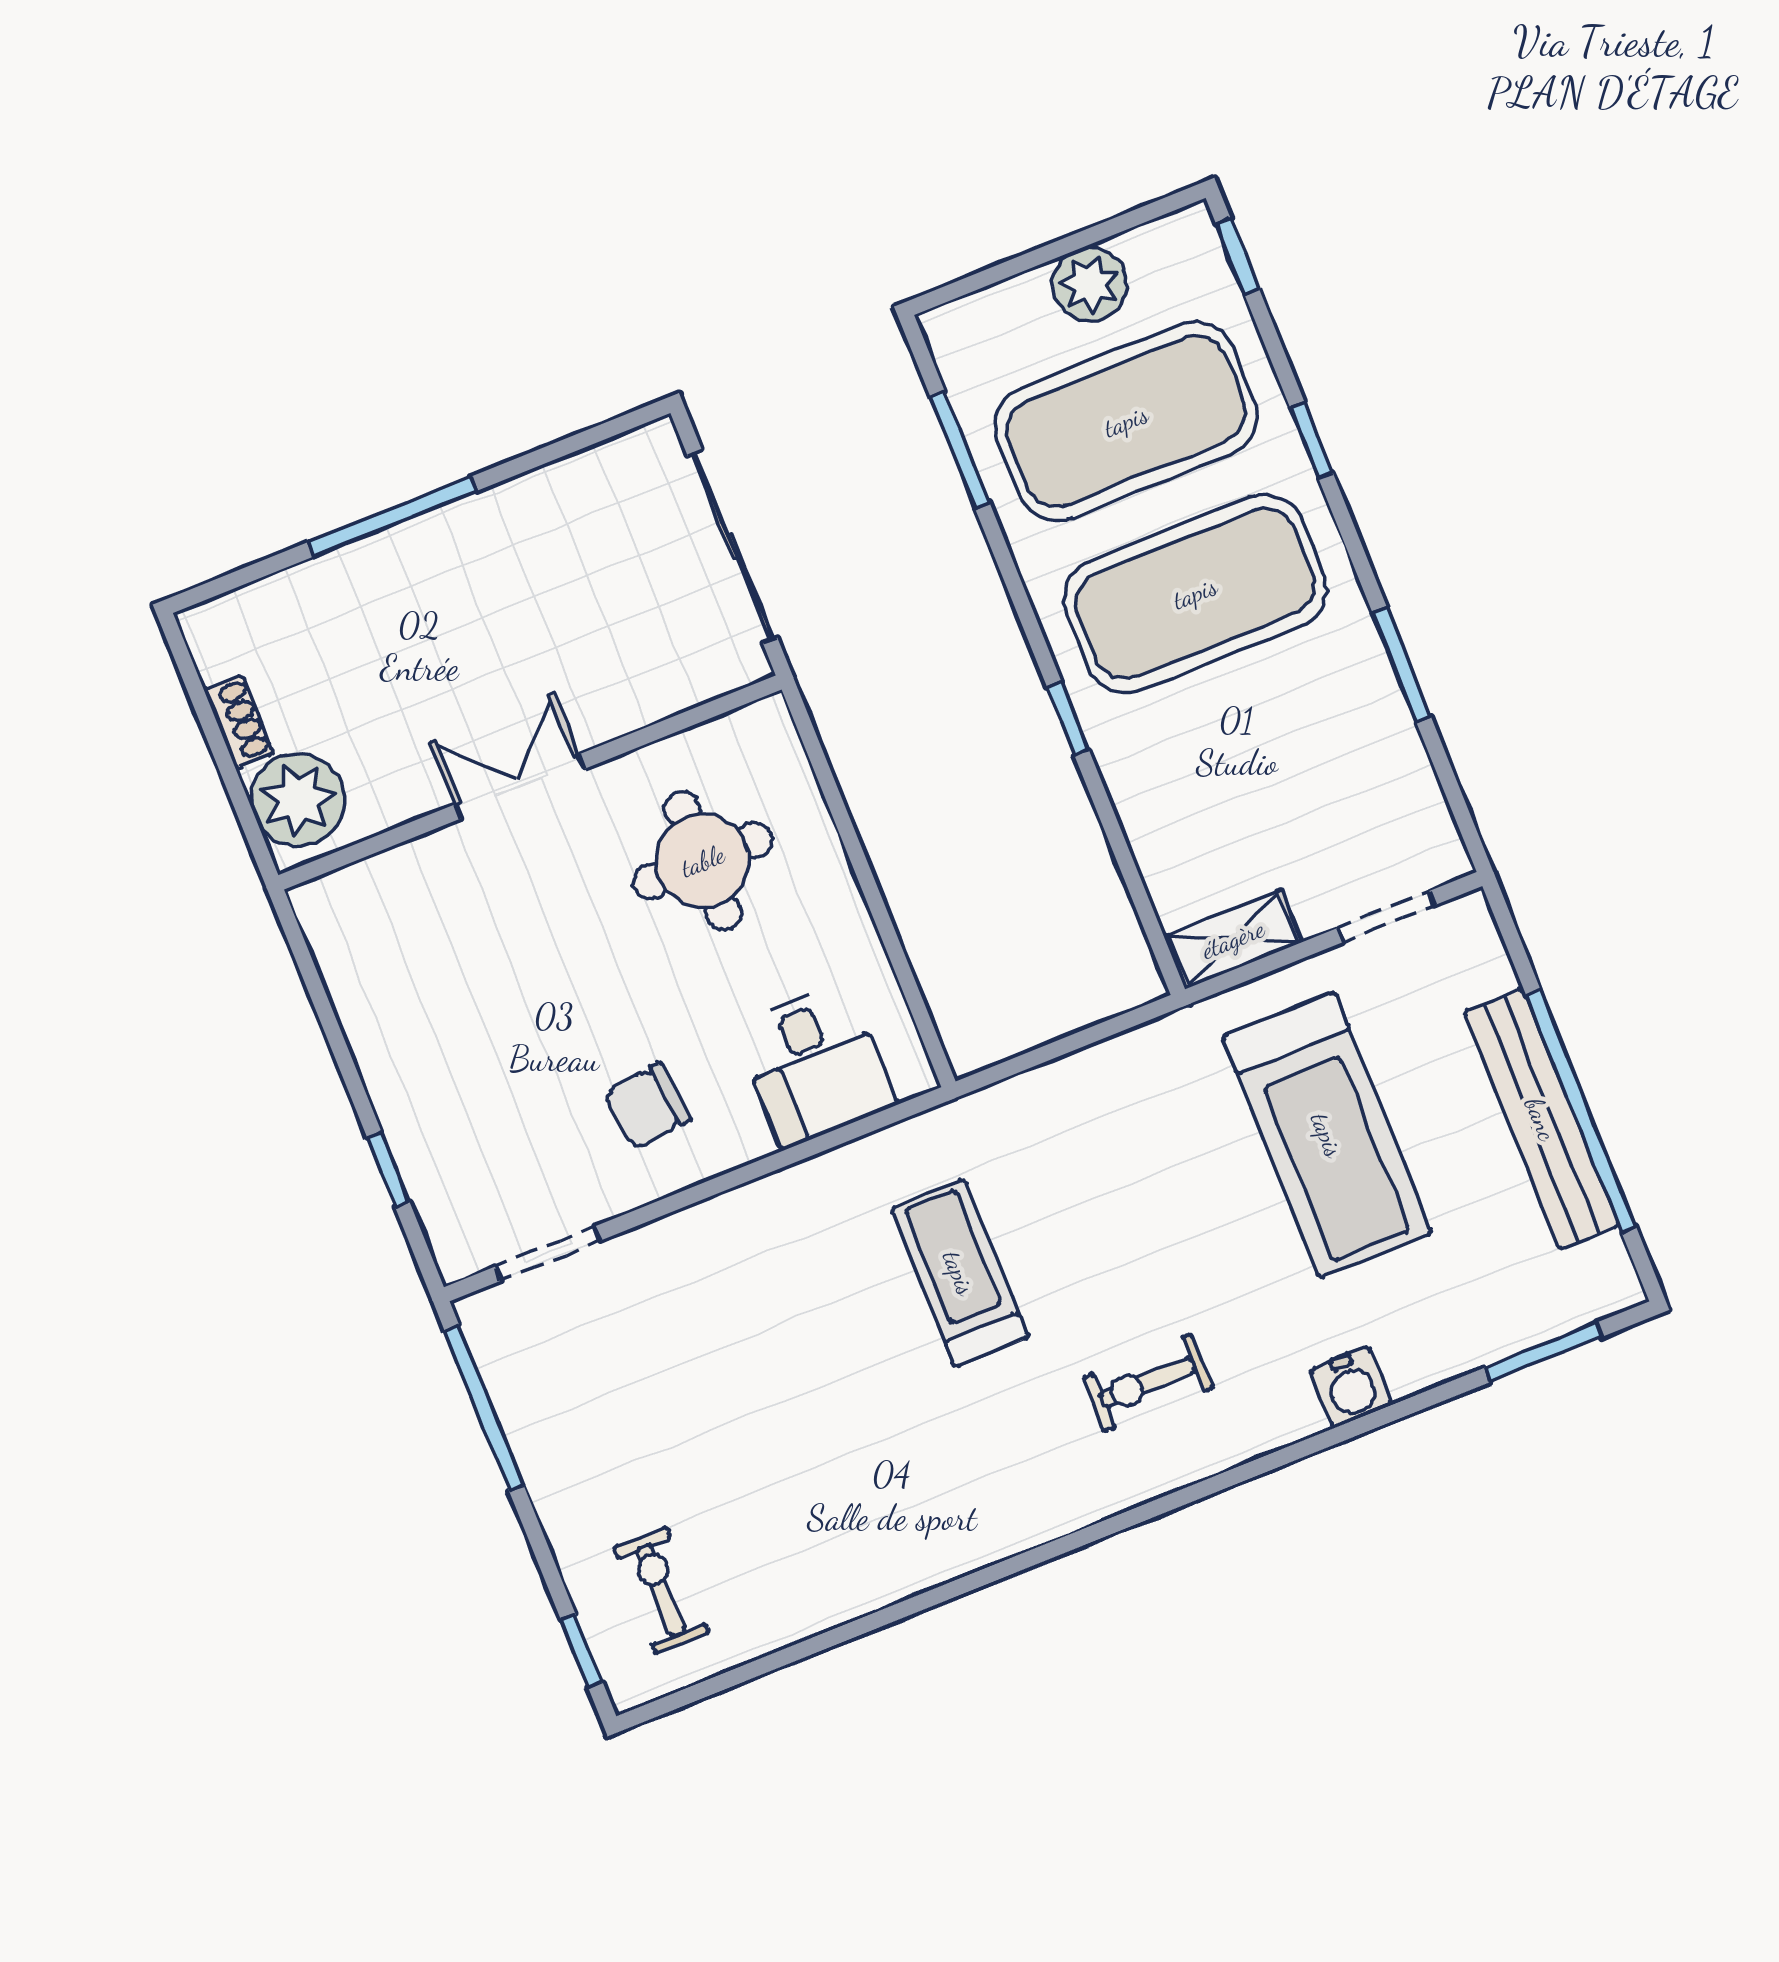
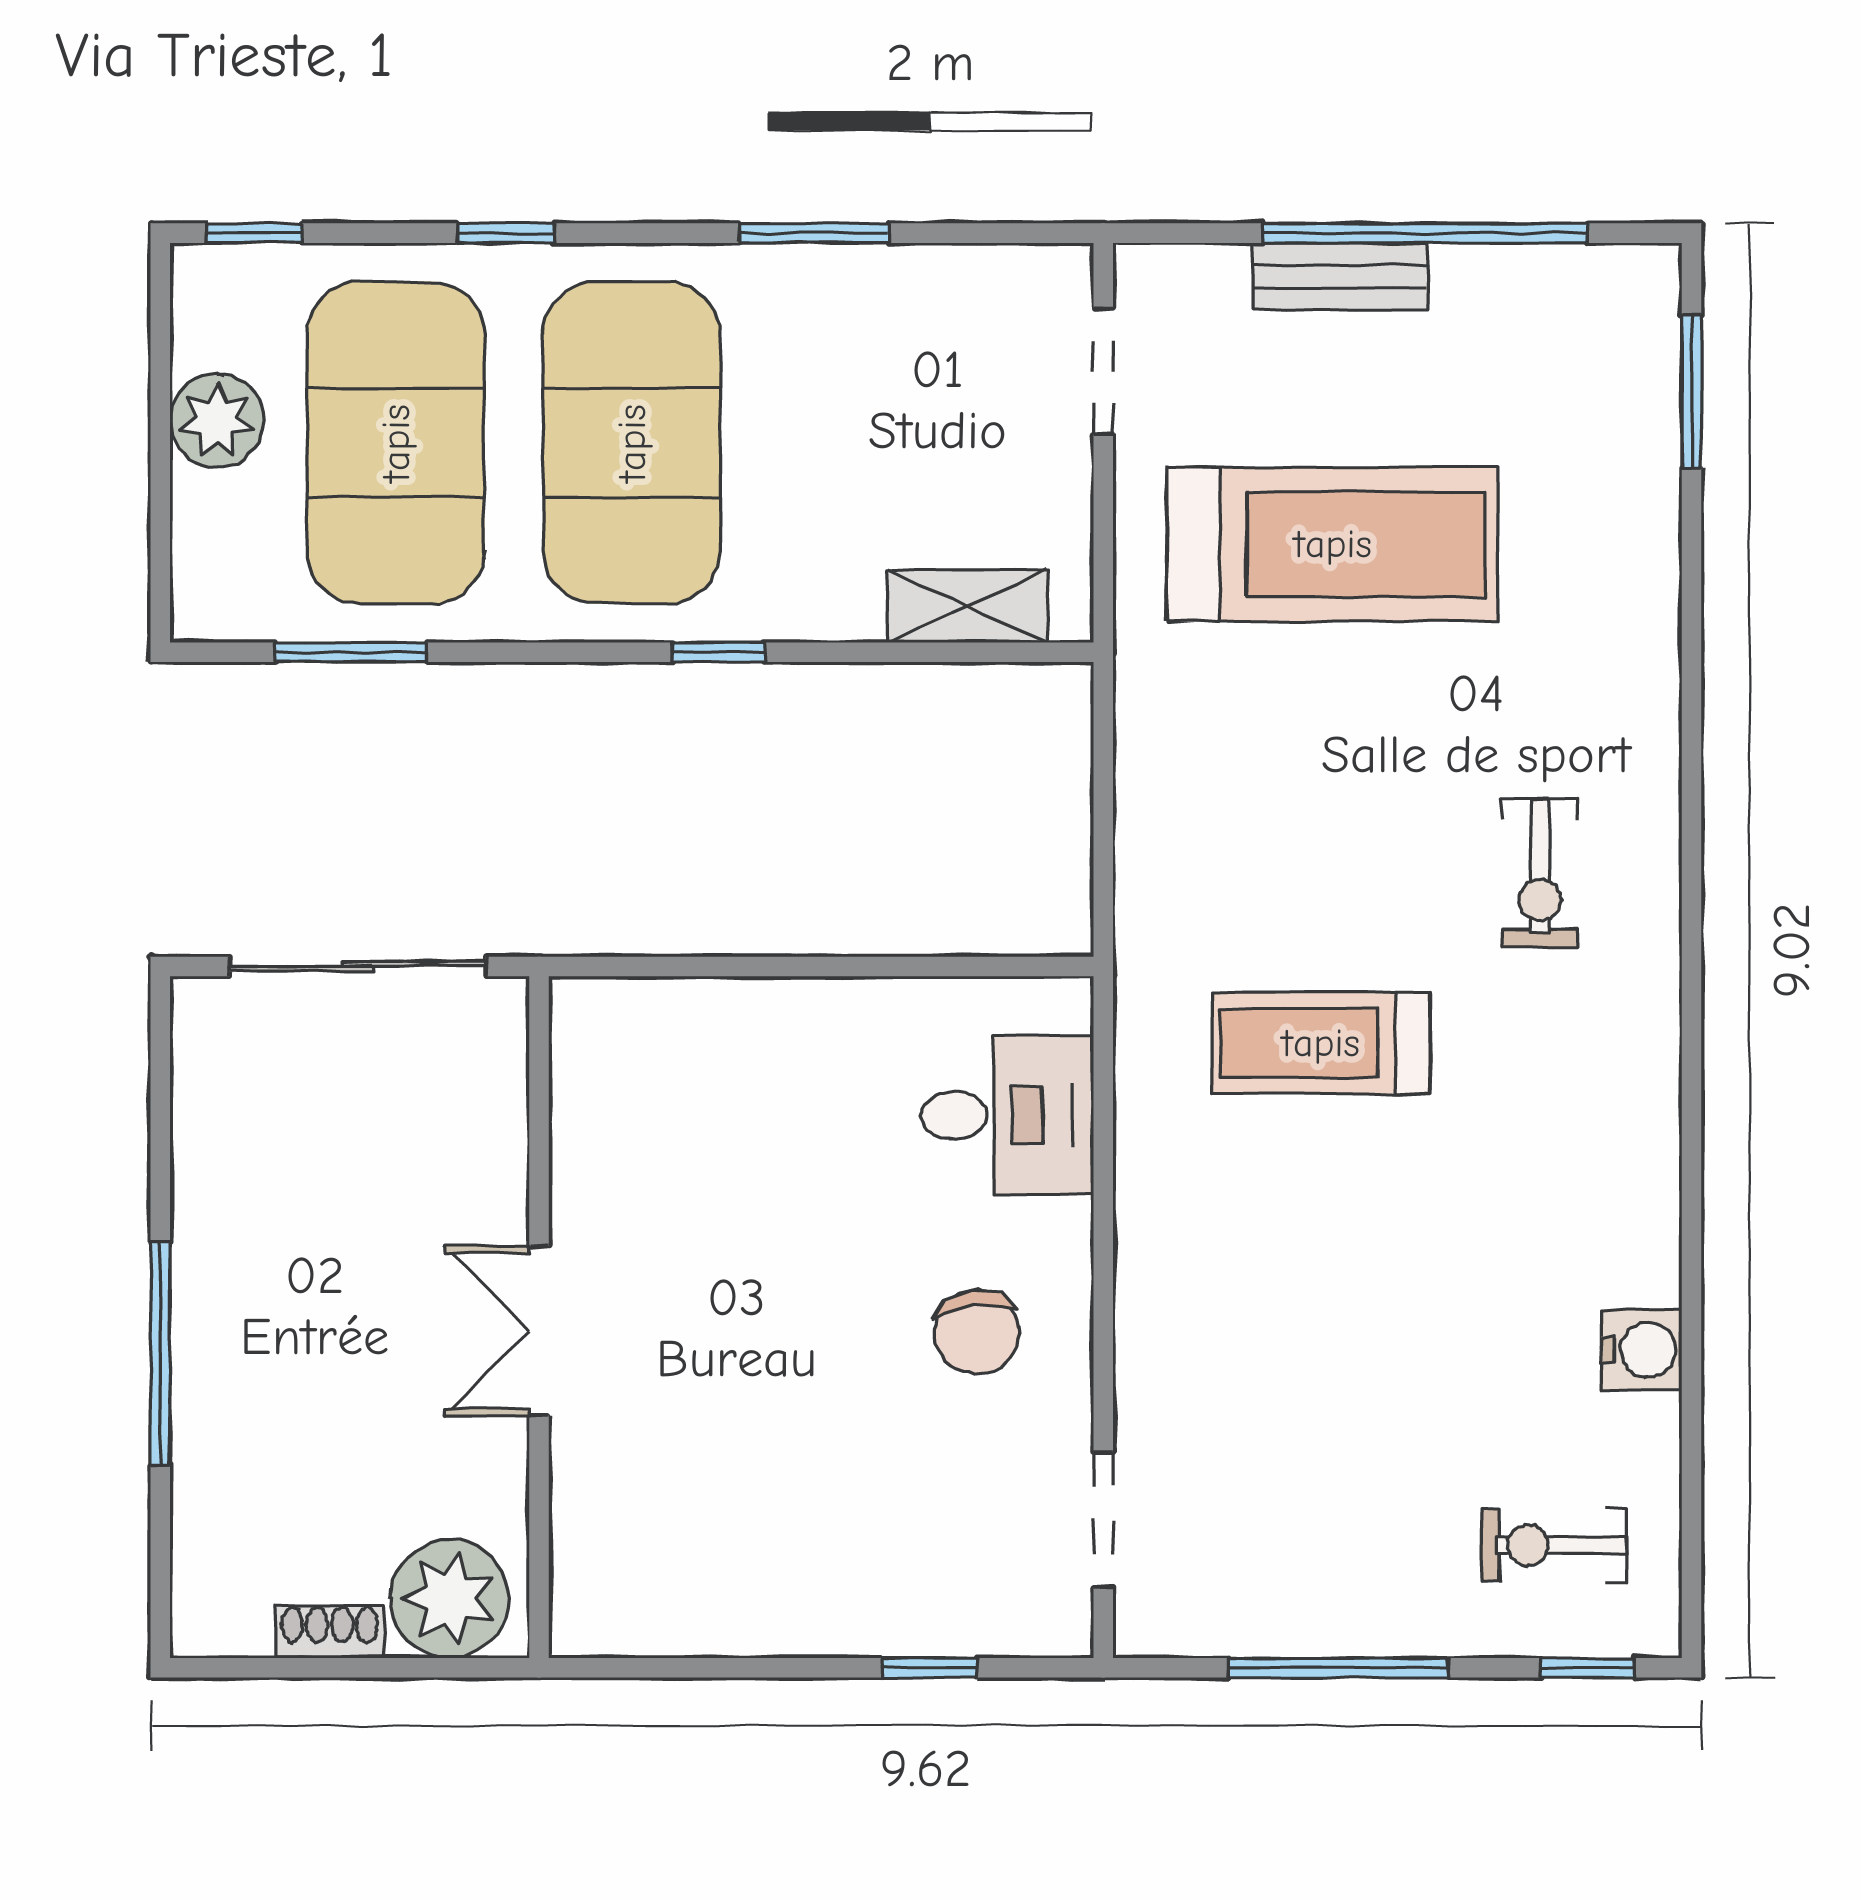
round table: (703, 861) -> (713, 1150), removed
shelving: (1233, 939) -> (968, 606), moved, turned 90
bench: (1541, 1119) -> (1339, 276), width x0.54, depth x0.82
water cooler: (1351, 1387) -> (1641, 1350), moved
window: (484, 1408) -> (1338, 1668), moved

